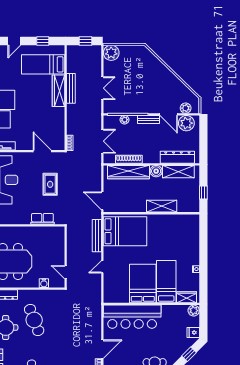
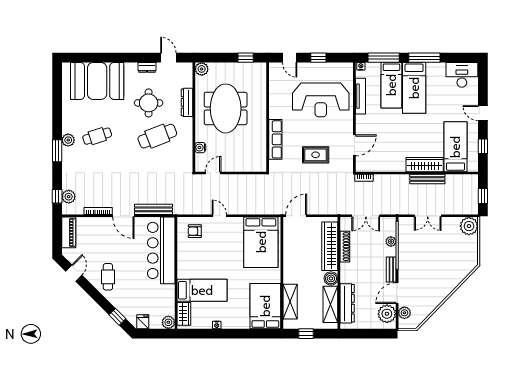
shelving: (162, 206) -> (290, 302), moved
row of seats: (42, 219) -> (275, 139), width x1.48
bench: (97, 236) -> (154, 209), moved
bed: (143, 284) -> (265, 306), moved, turned -90
armchair: (116, 288) -> (195, 231), added

